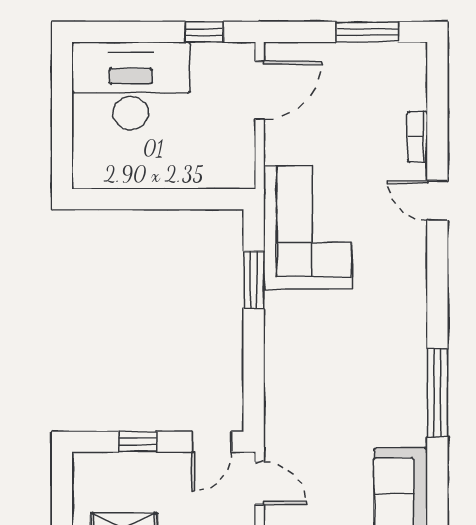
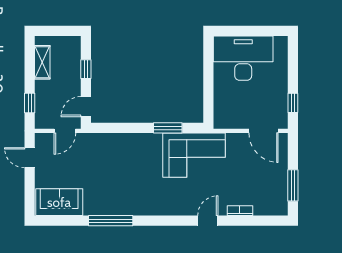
desk: (131, 86) -> (243, 58), moved, turned -90
door: (212, 442) -> (86, 107), hinge flipped

